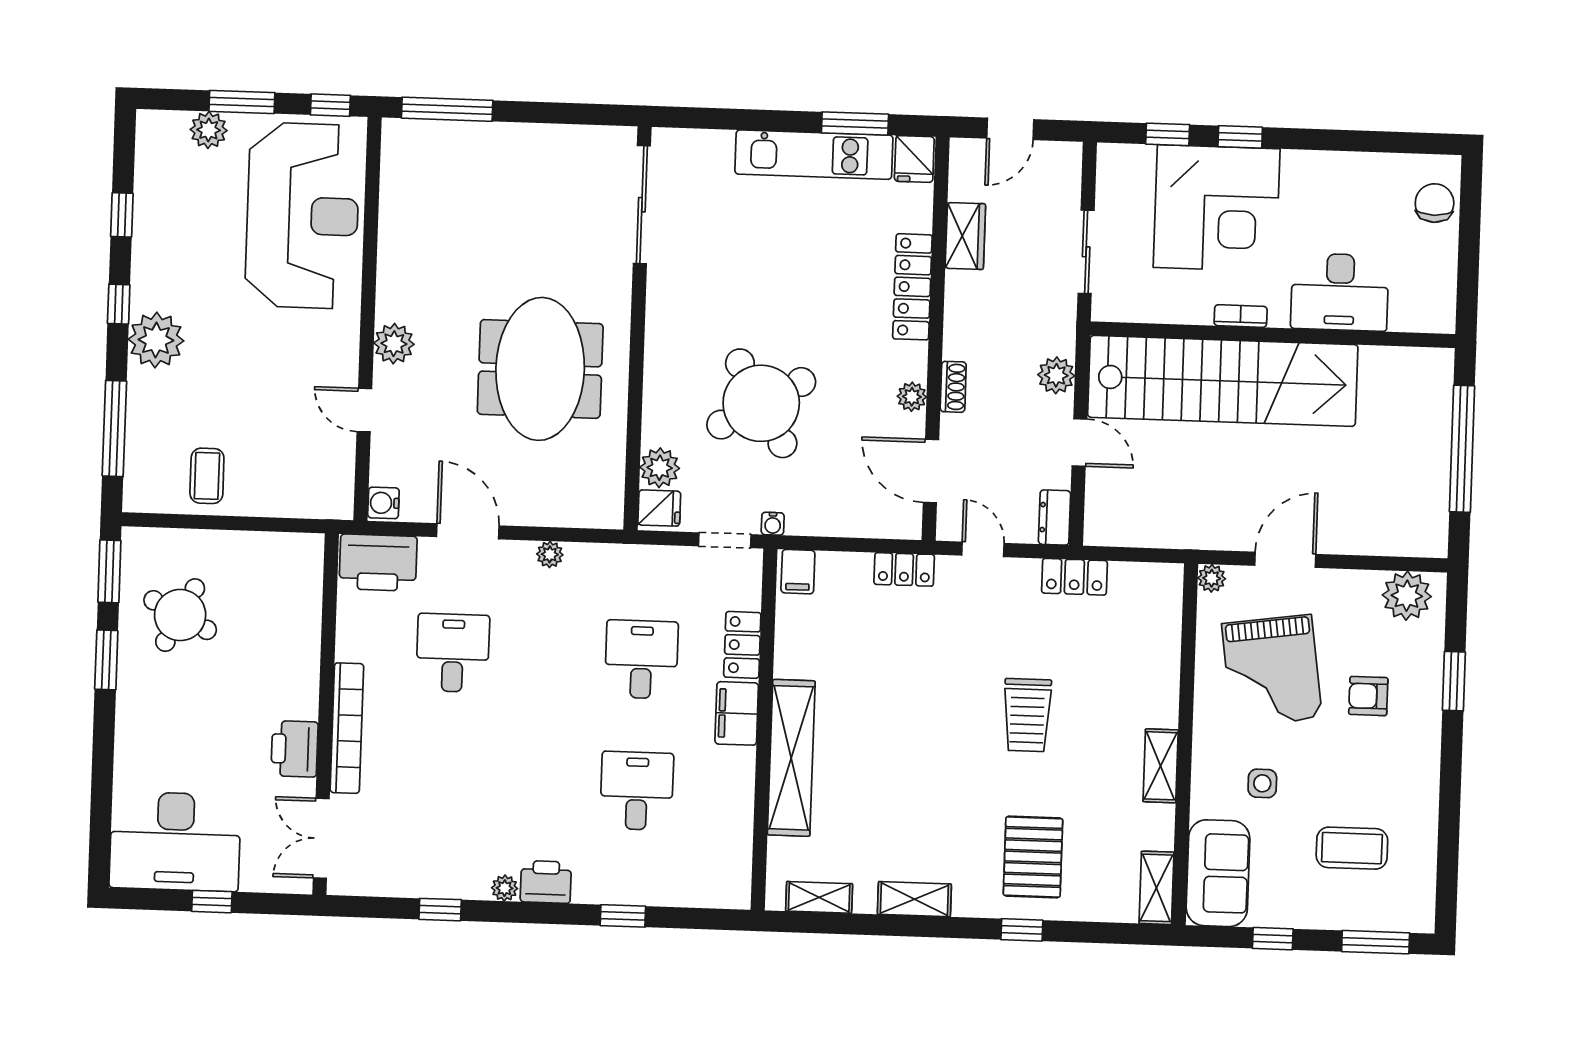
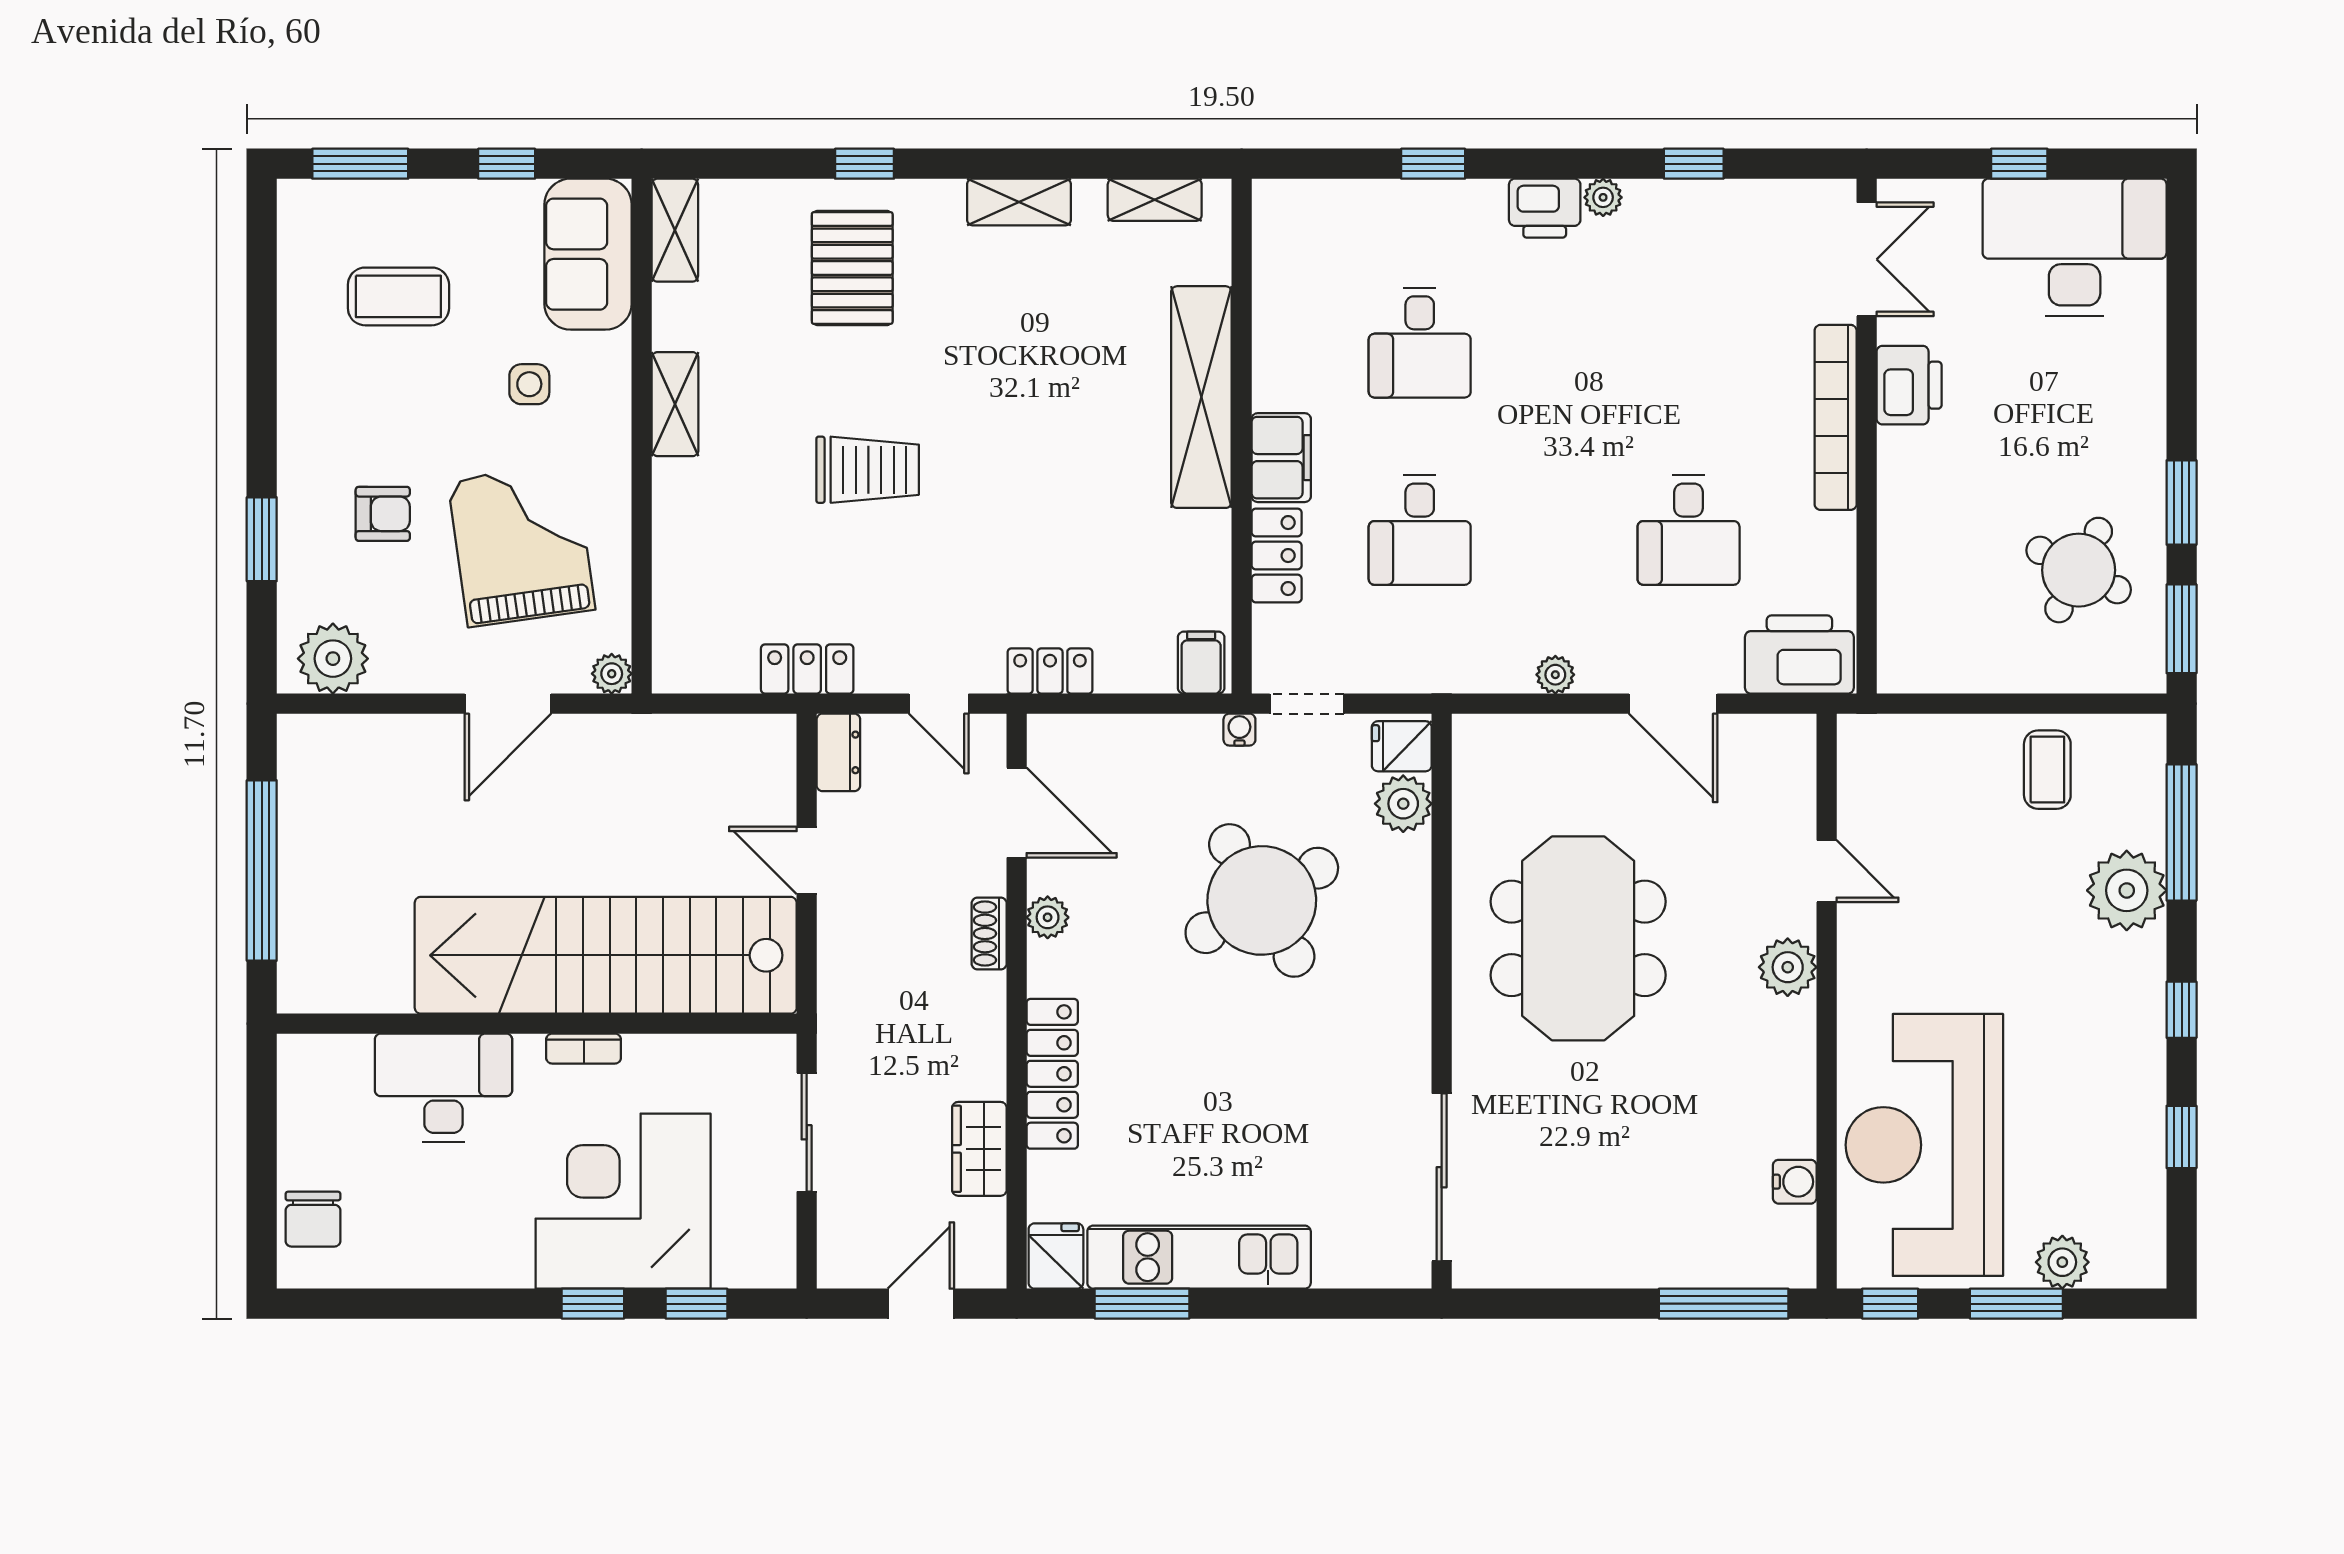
plant: (156, 340) -> (2127, 890), moved
plant: (1056, 375) -> (843, 955), removed
water cooler: (383, 503) -> (1795, 1182), moved
trolley: (1027, 715) -> (868, 470), turned 90

